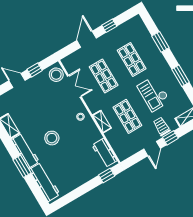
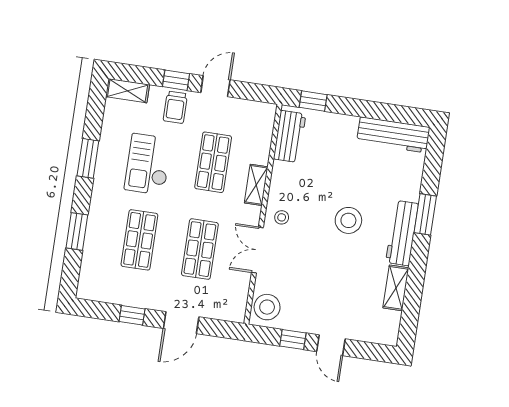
double door: (74, 86) -> (257, 250), moved
checkout: (154, 94) -> (148, 164), turned 180
workbench: (45, 182) -> (393, 135), moved, turned -90

